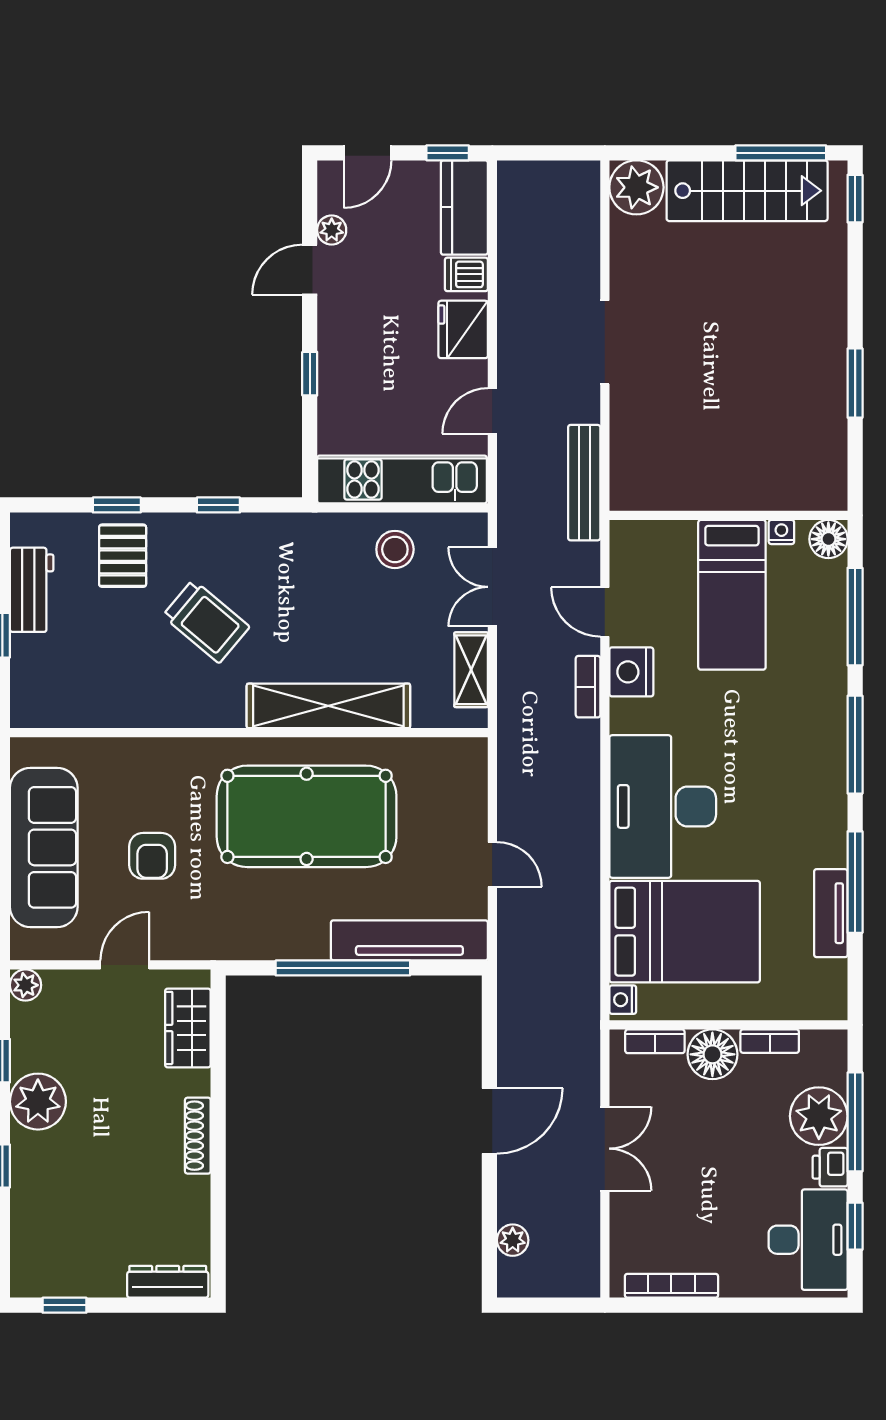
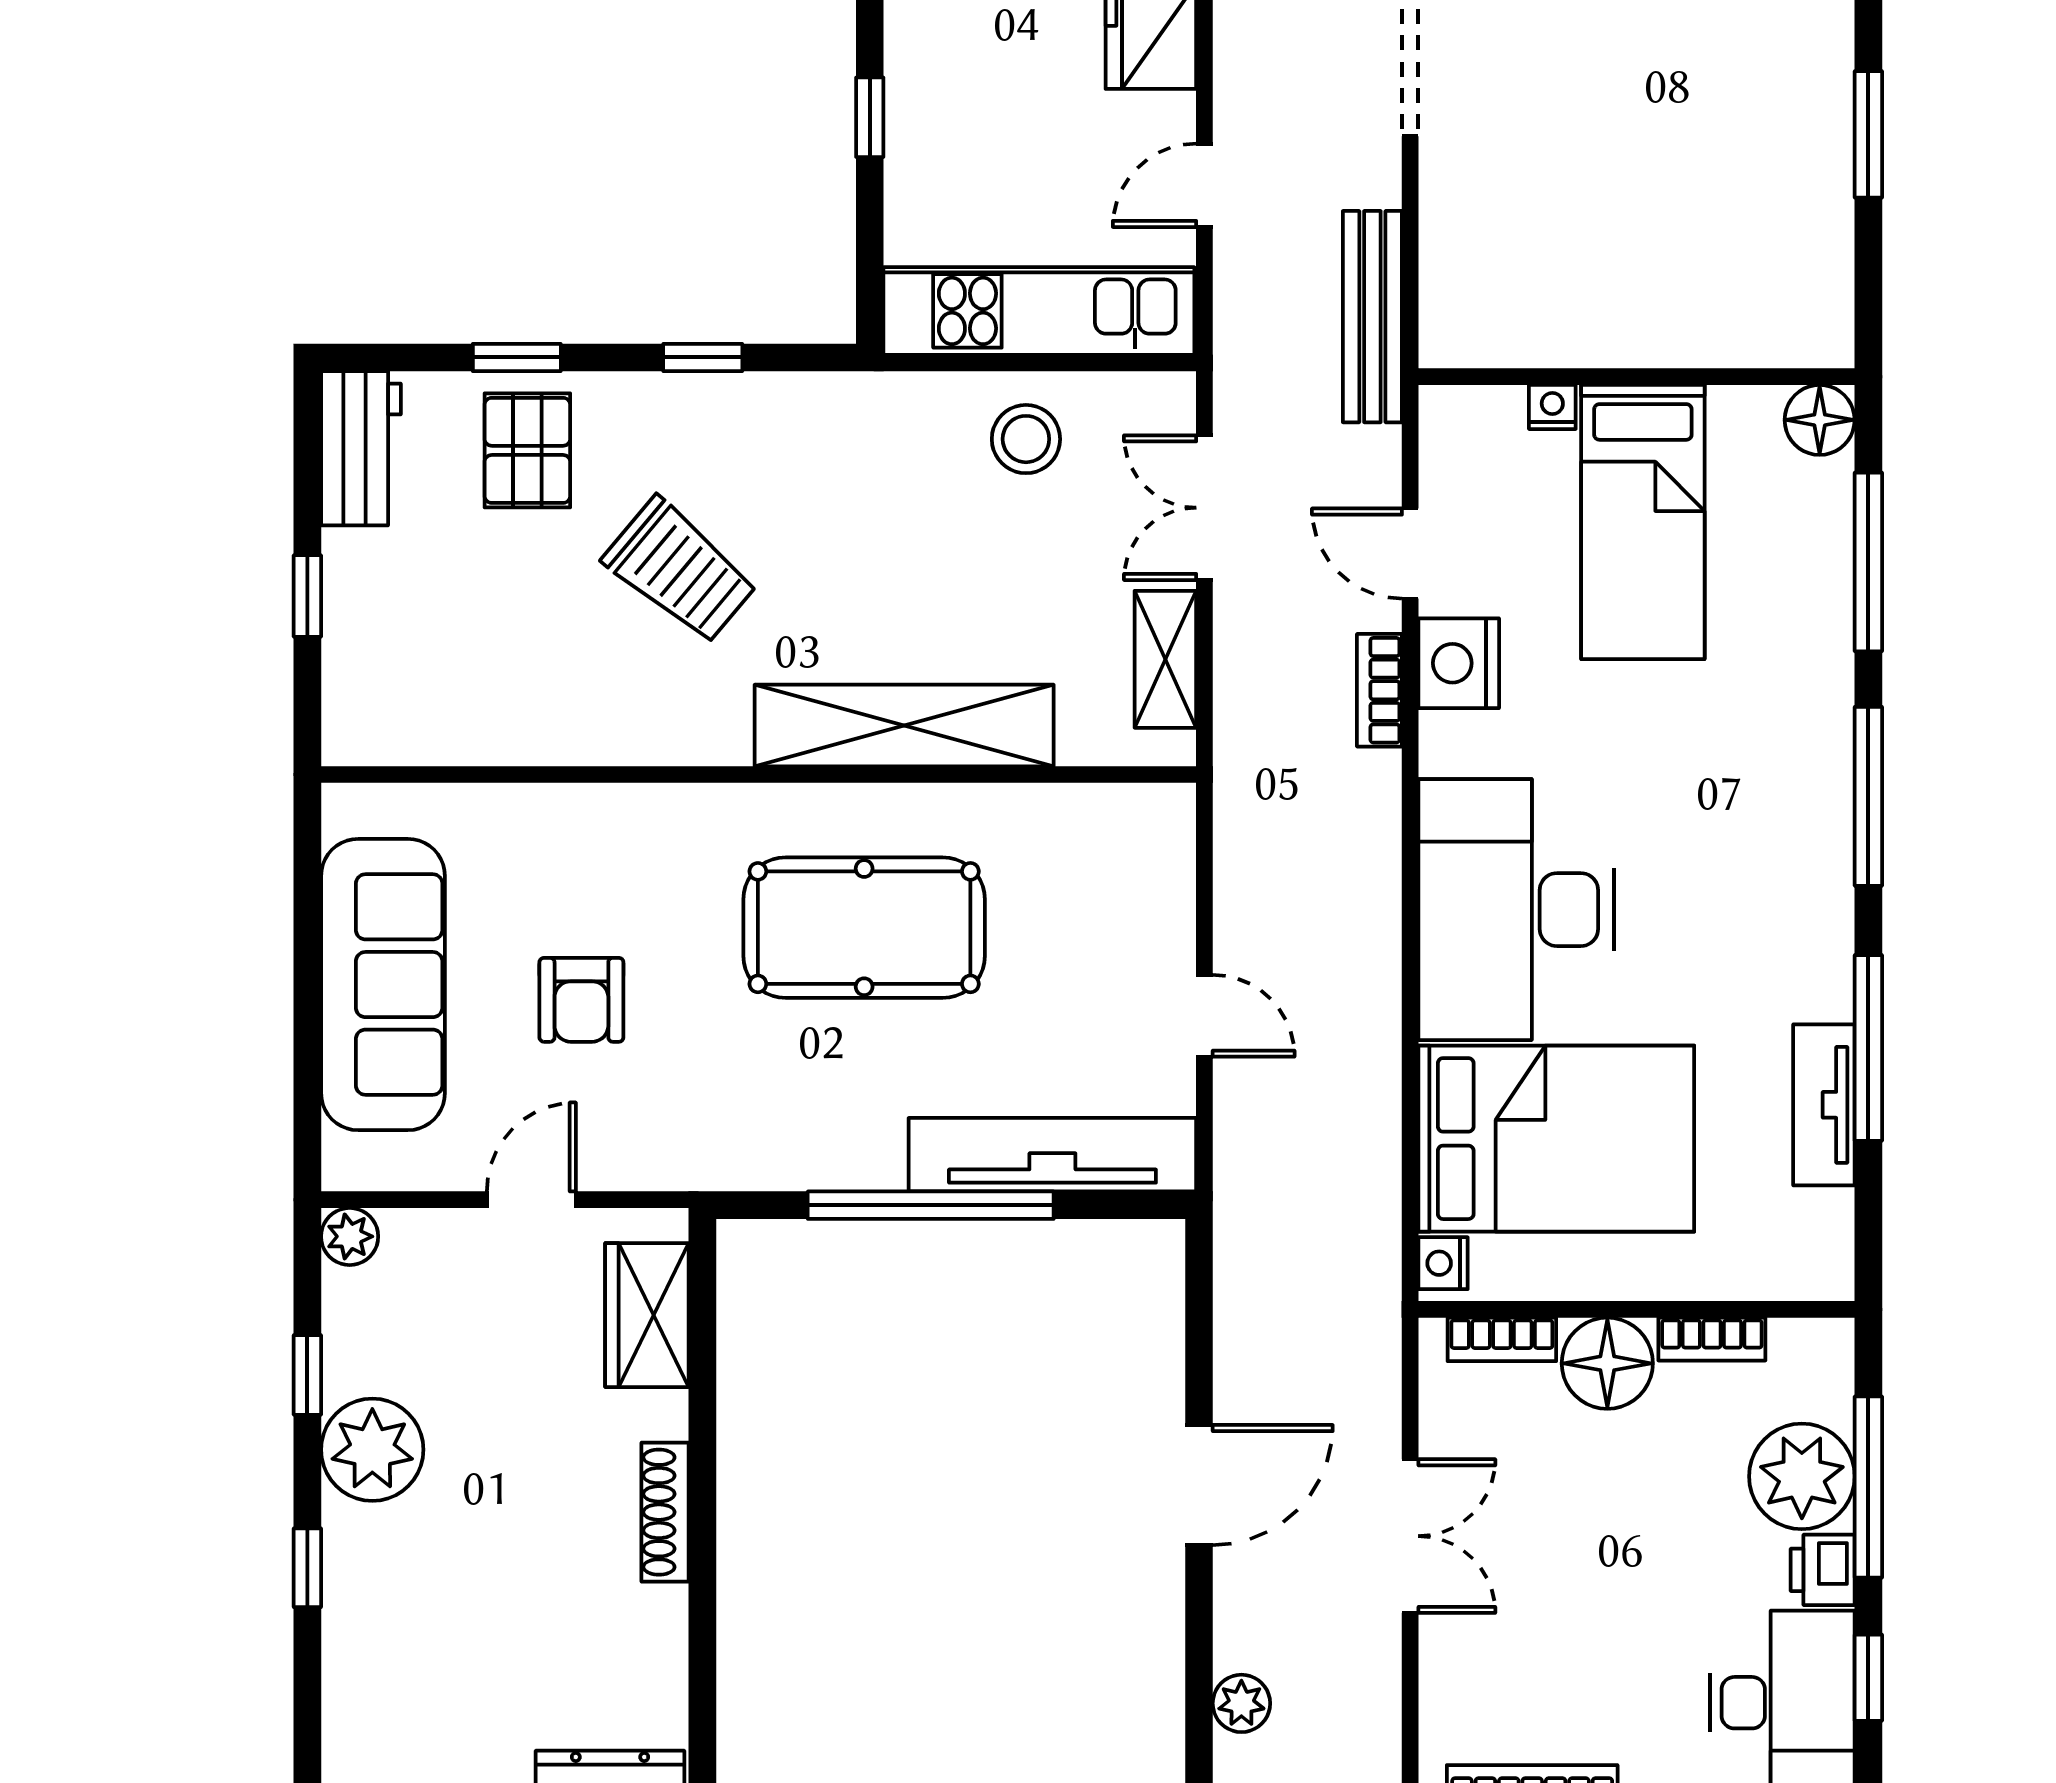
nightstand: (781, 532) -> (1552, 407), moved
workbench: (32, 590) -> (361, 448), moved
pool table: (307, 816) -> (864, 928), width x0.73, depth x0.76

